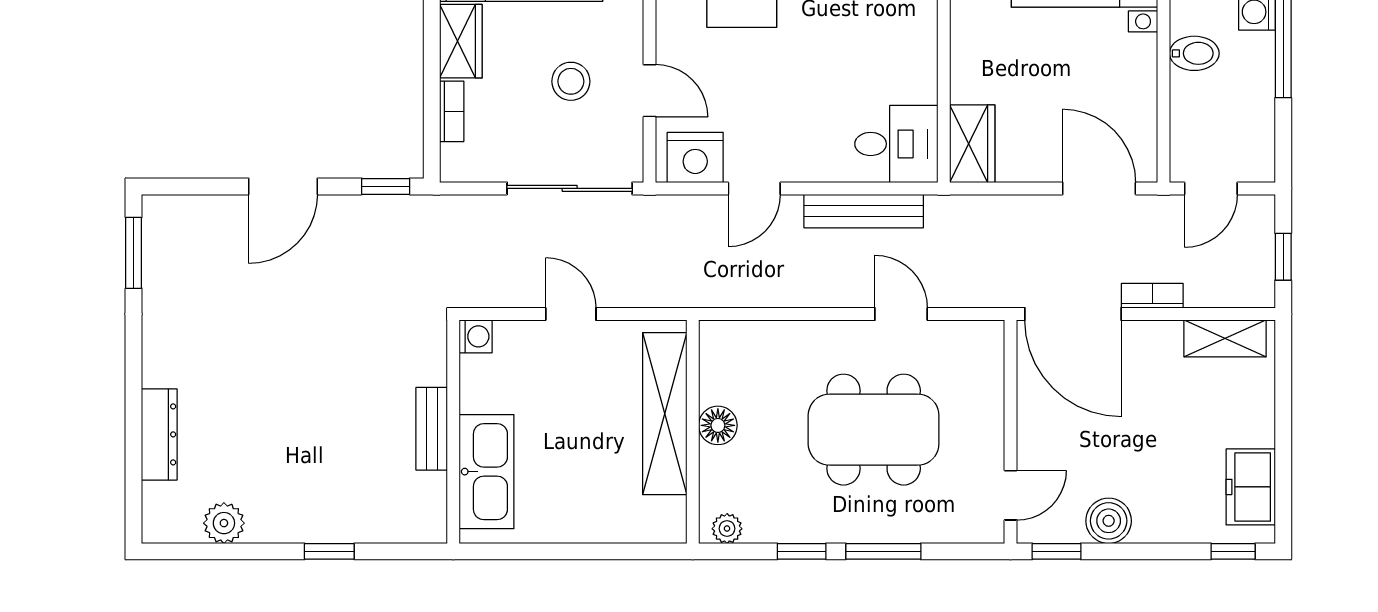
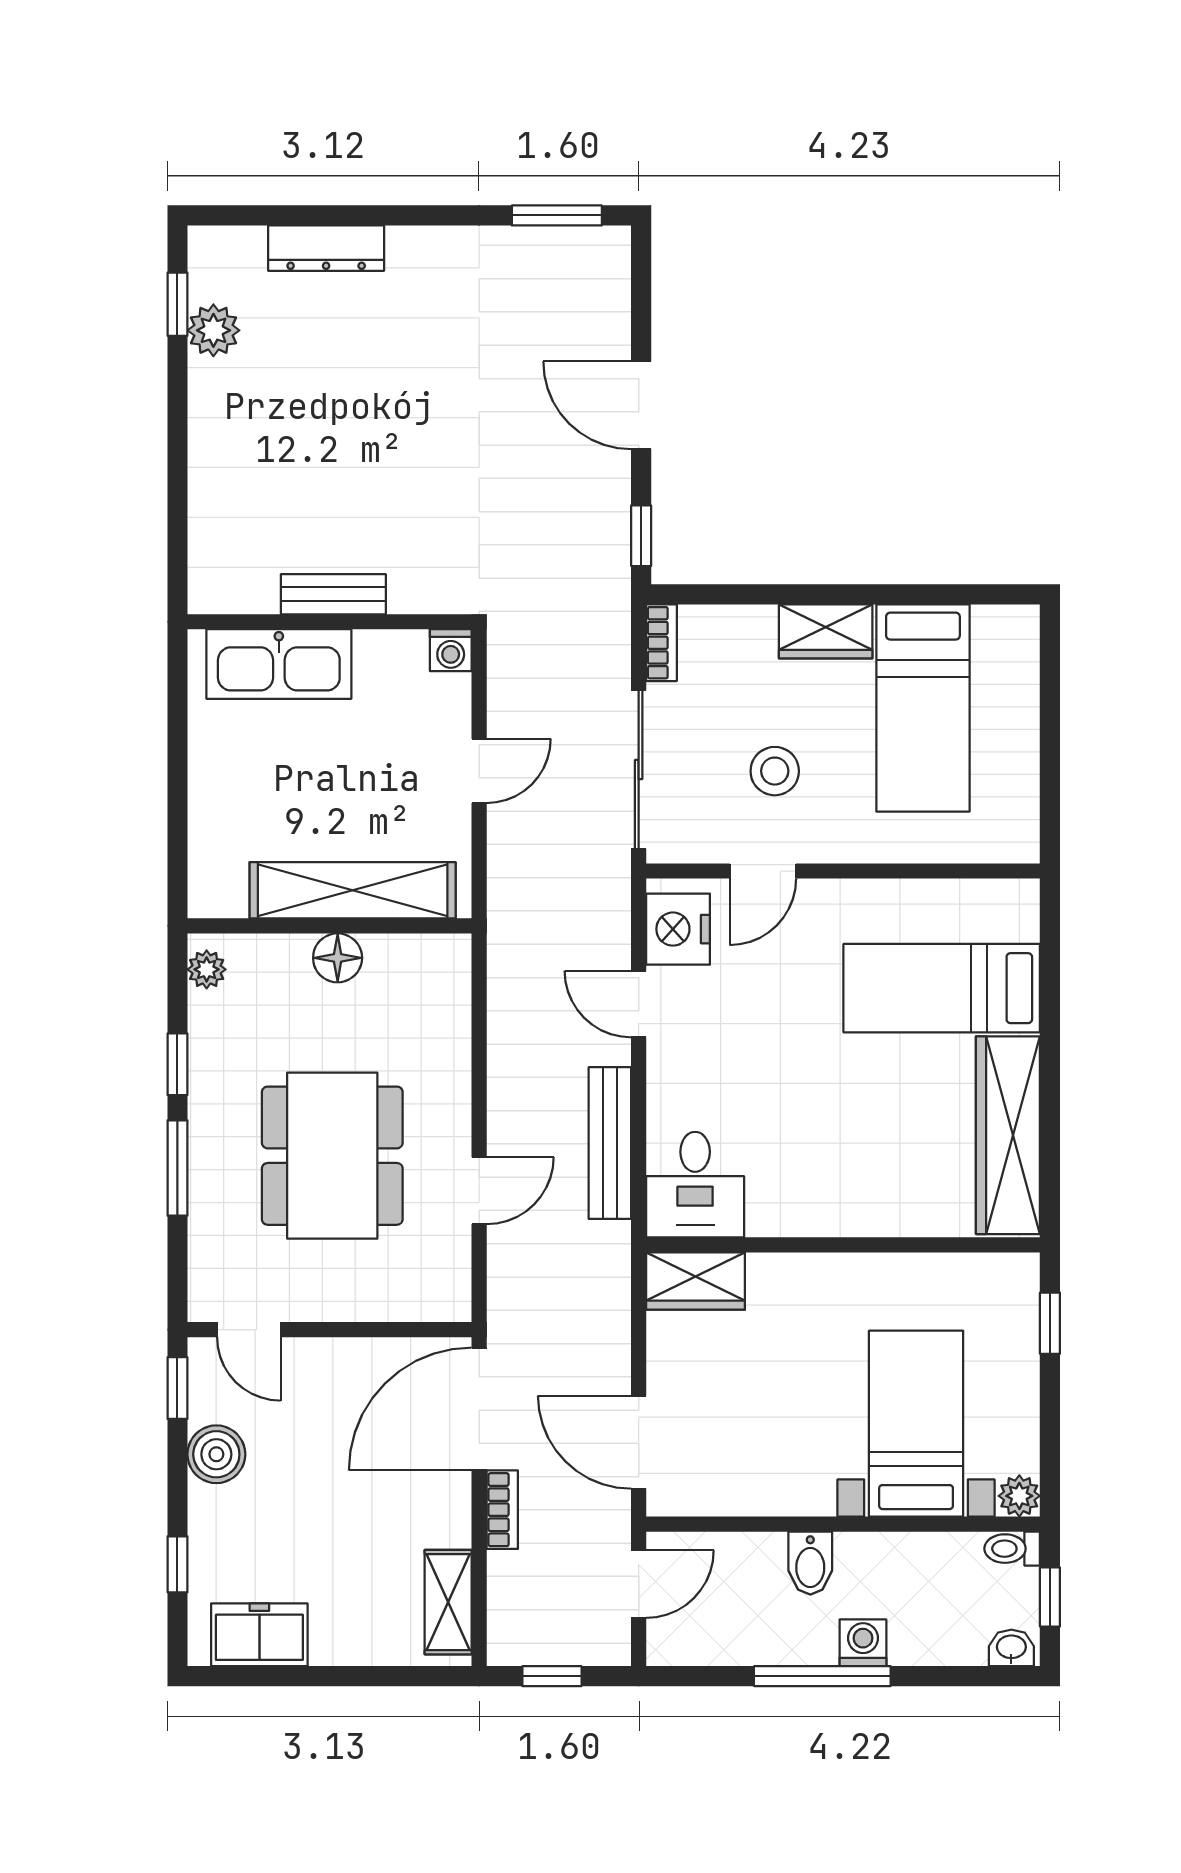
bookcase: (452, 111) -> (661, 643), moved, turned -90
door: (1099, 188) -> (639, 1442), swing flipped
door: (1211, 188) -> (639, 1584), swing flipped
window: (329, 551) -> (177, 304), moved
window: (1233, 551) -> (177, 1564), moved

